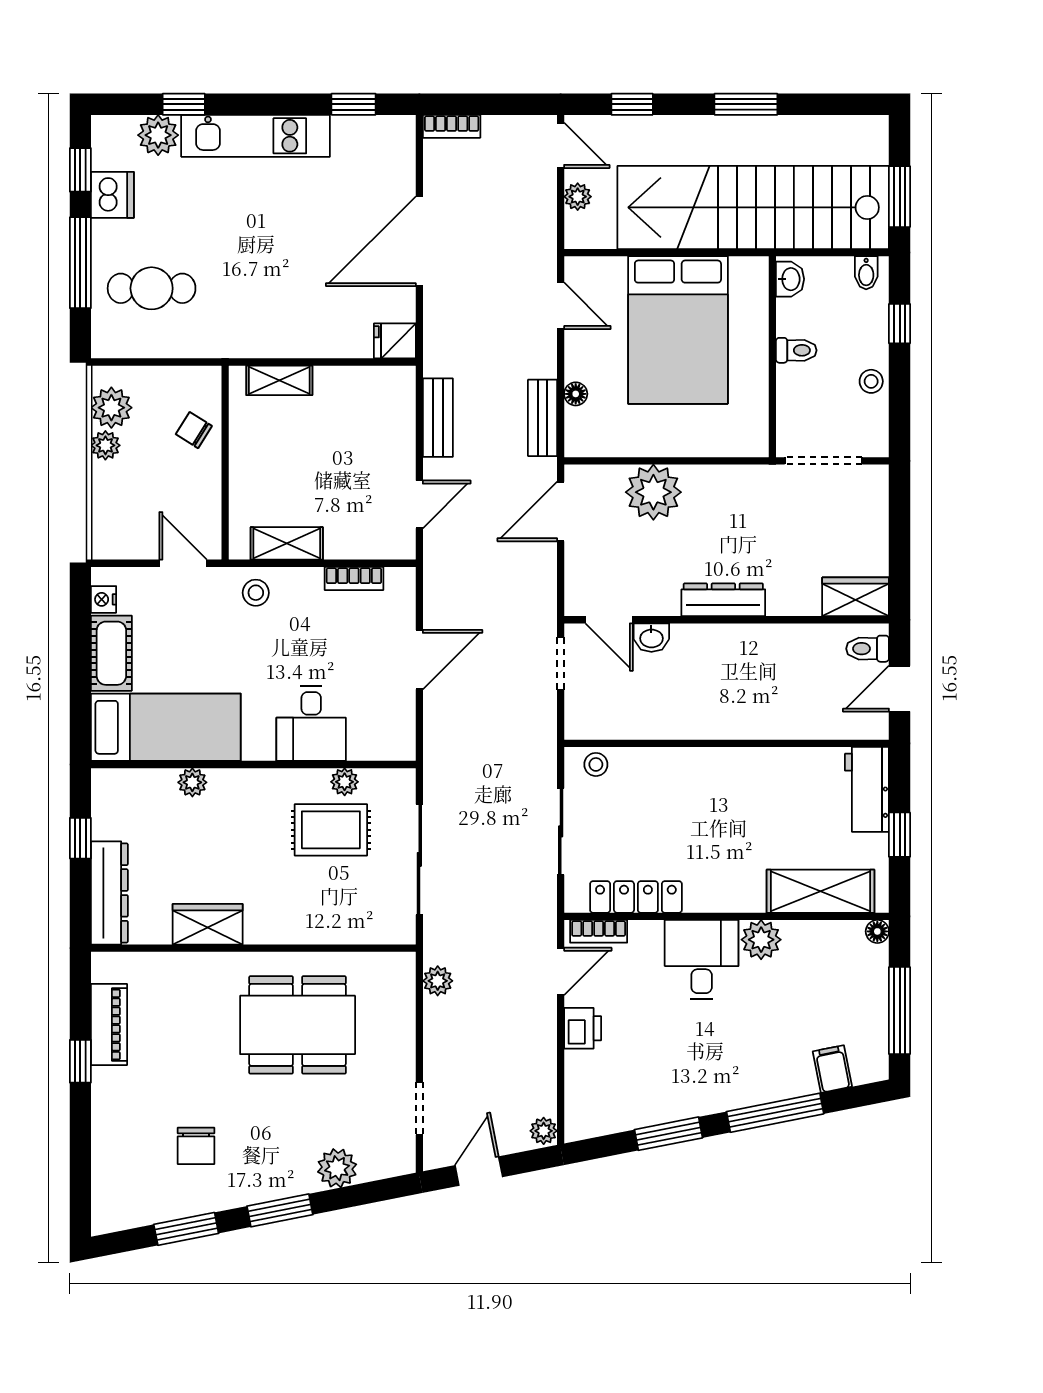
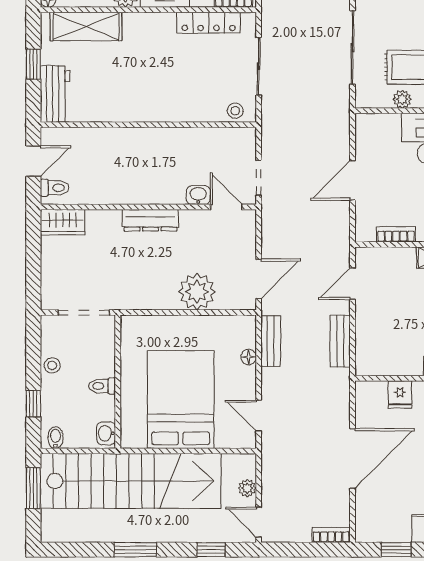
fridge: (395, 341) -> (400, 394), moved, turned 90

